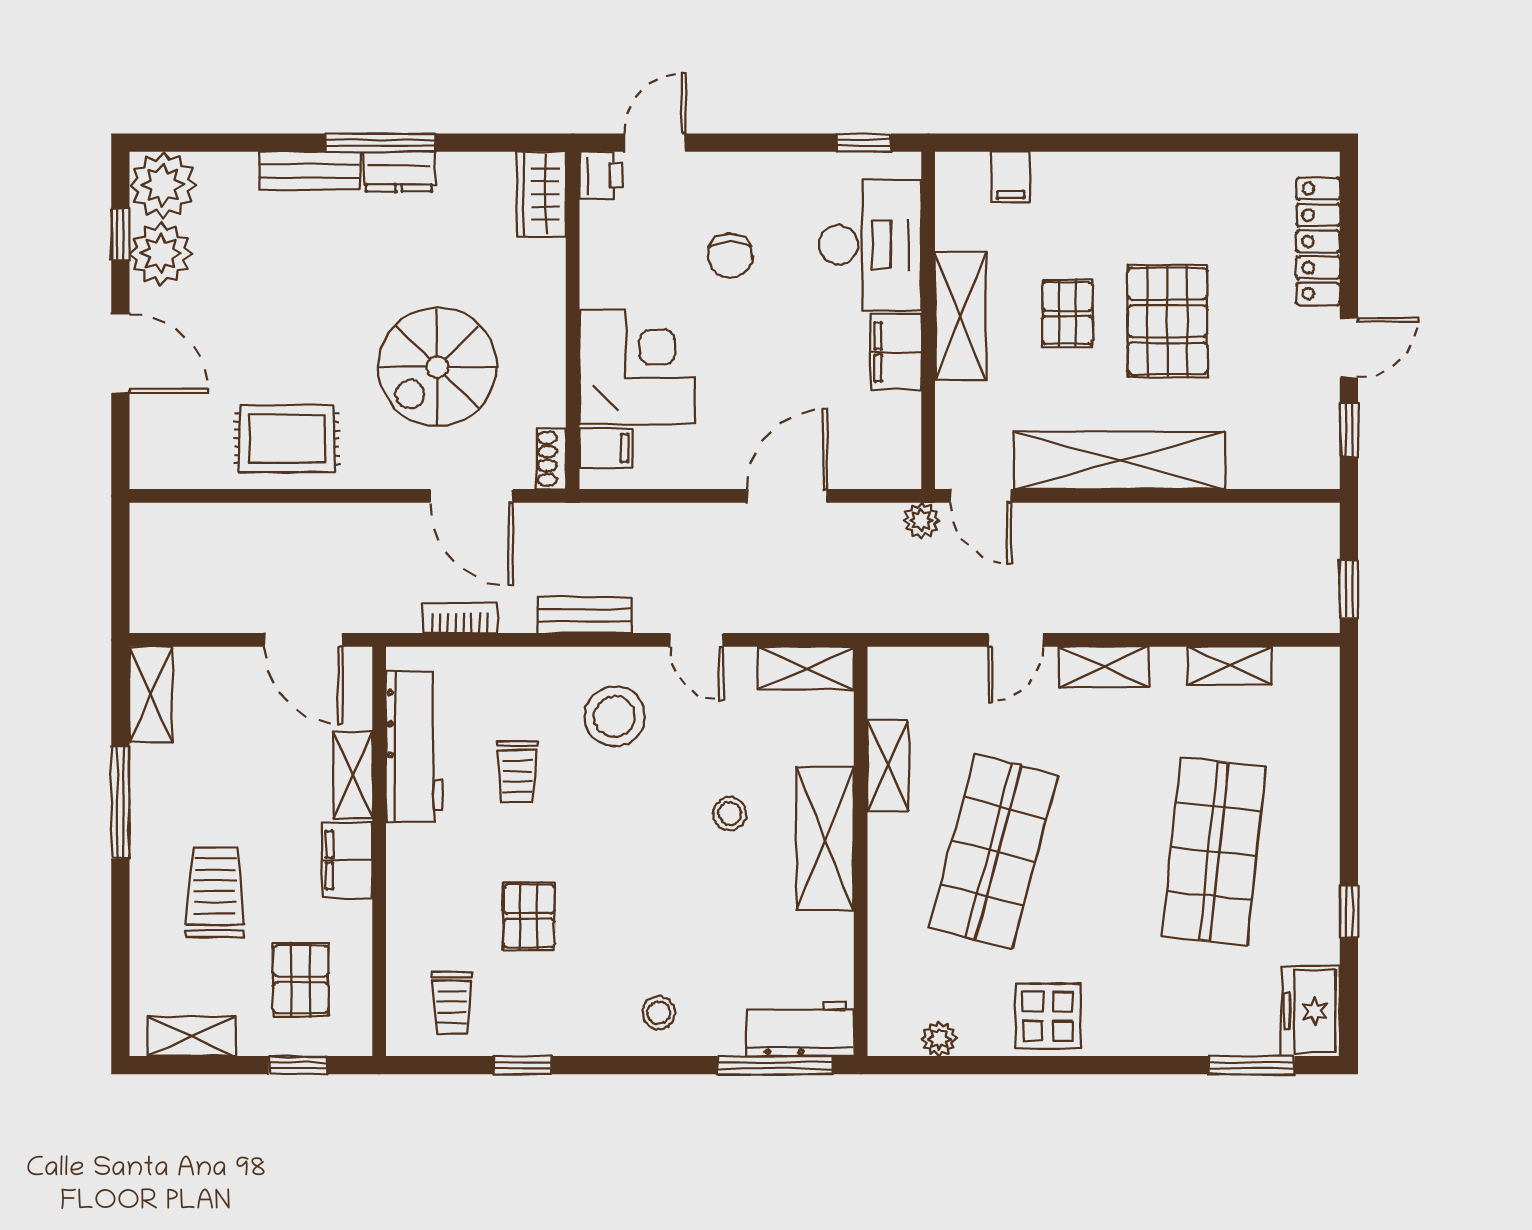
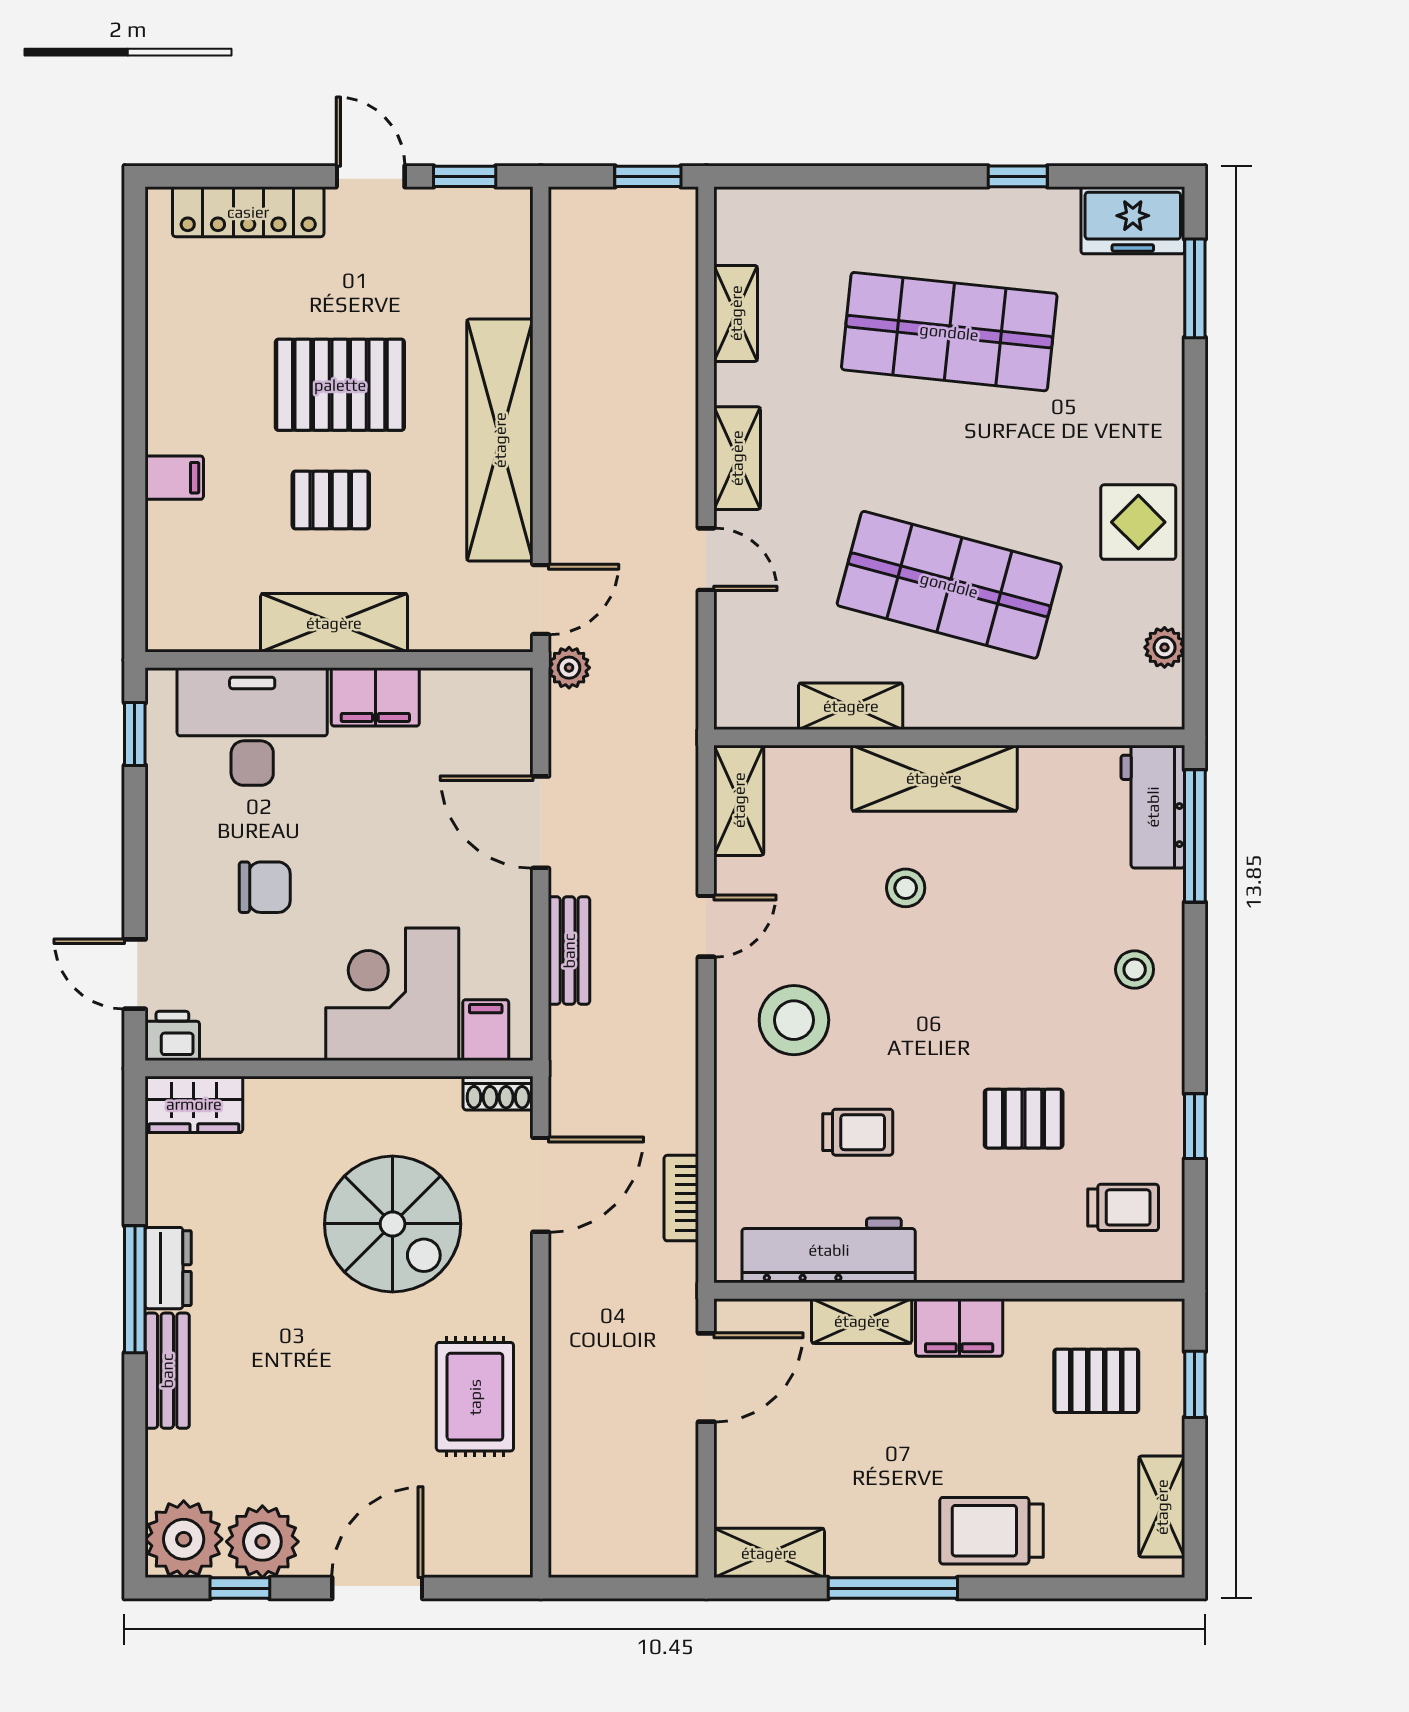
filing cabinet: (1011, 177) -> (174, 478), moved
bench: (585, 615) -> (569, 951), moved
trolley: (215, 892) -> (992, 1531), moved

